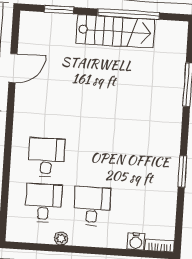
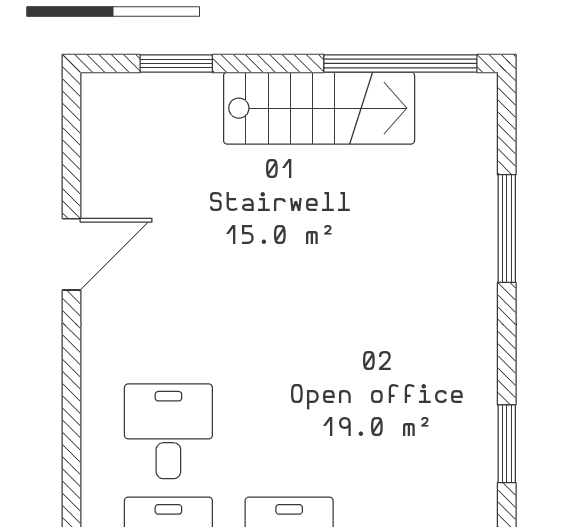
window: (129, 14) -> (400, 63), moved
door: (13, 68) -> (72, 254), moved

